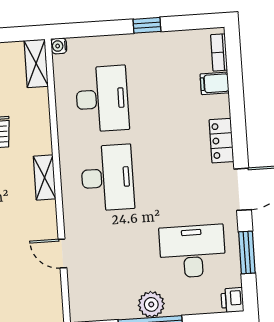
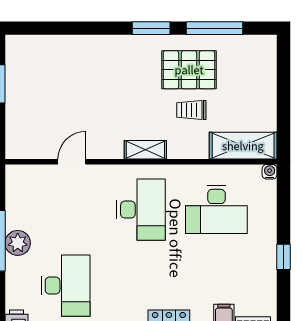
shelving: (36, 63) -> (243, 146), width x1.50, depth x1.33
desk: (108, 178) -> (141, 210), turned -90

